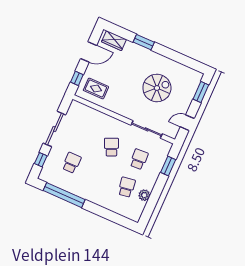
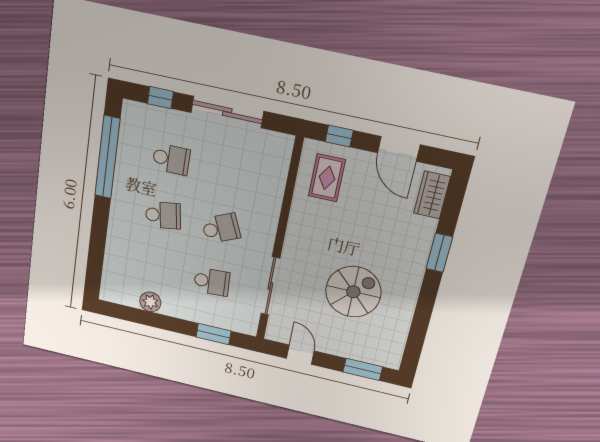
spiral stairs: (157, 88) -> (353, 292), turned -90
school desk: (127, 187) -> (163, 215), moved

